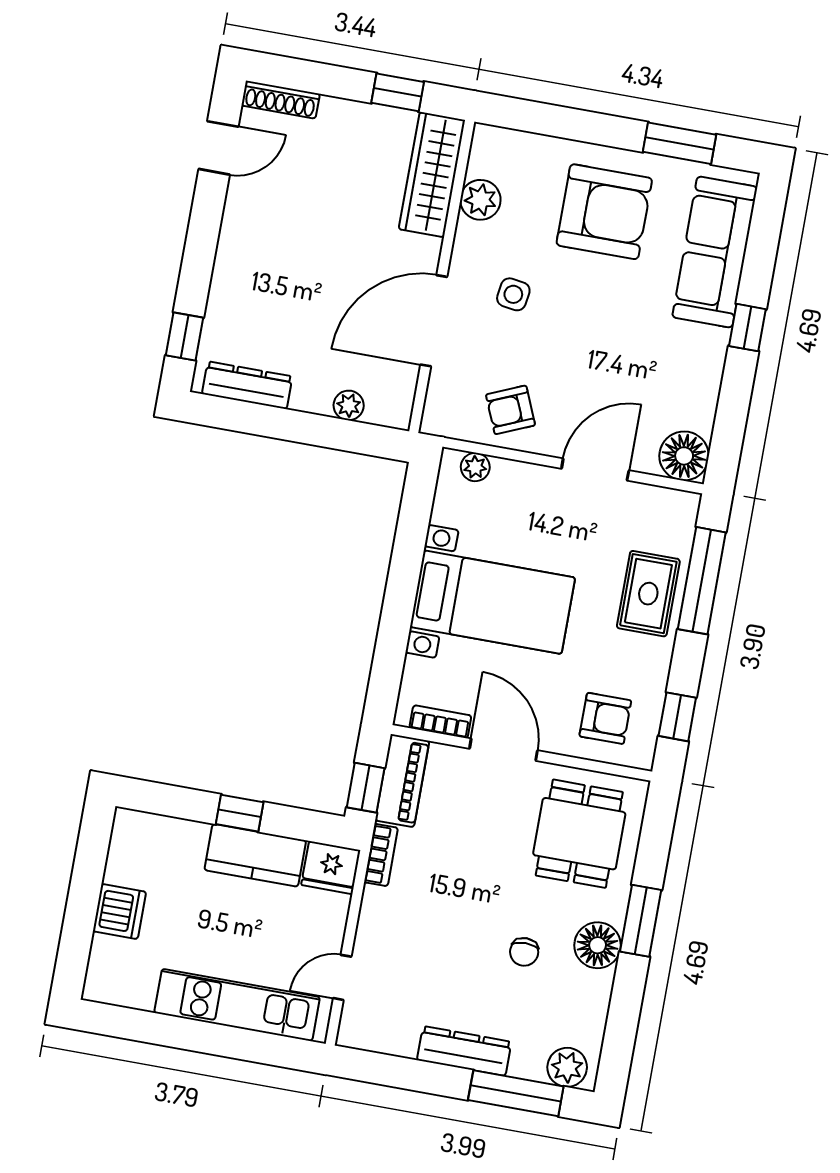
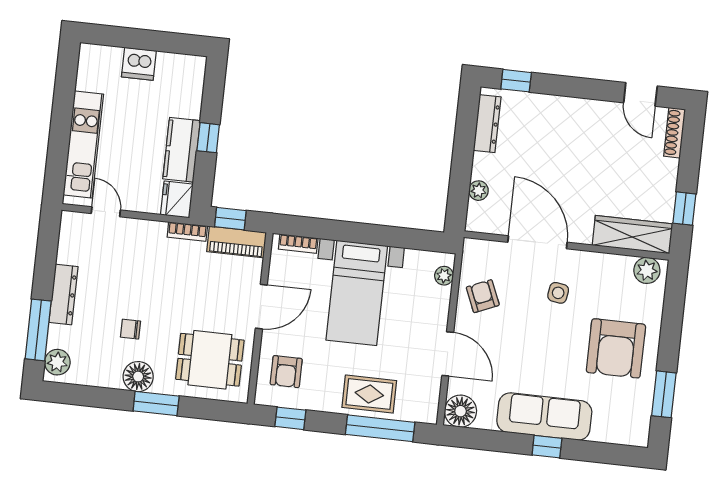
plant: (480, 200) -> (647, 270), moved
sofa: (715, 252) -> (544, 417), moved
bookcase: (440, 722) -> (298, 244), moved, turned 90

